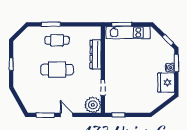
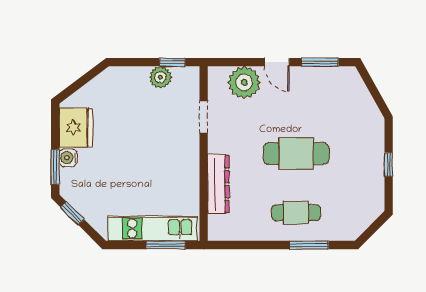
plant: (93, 105) -> (244, 82), moved
plant: (124, 107) -> (160, 77), added

